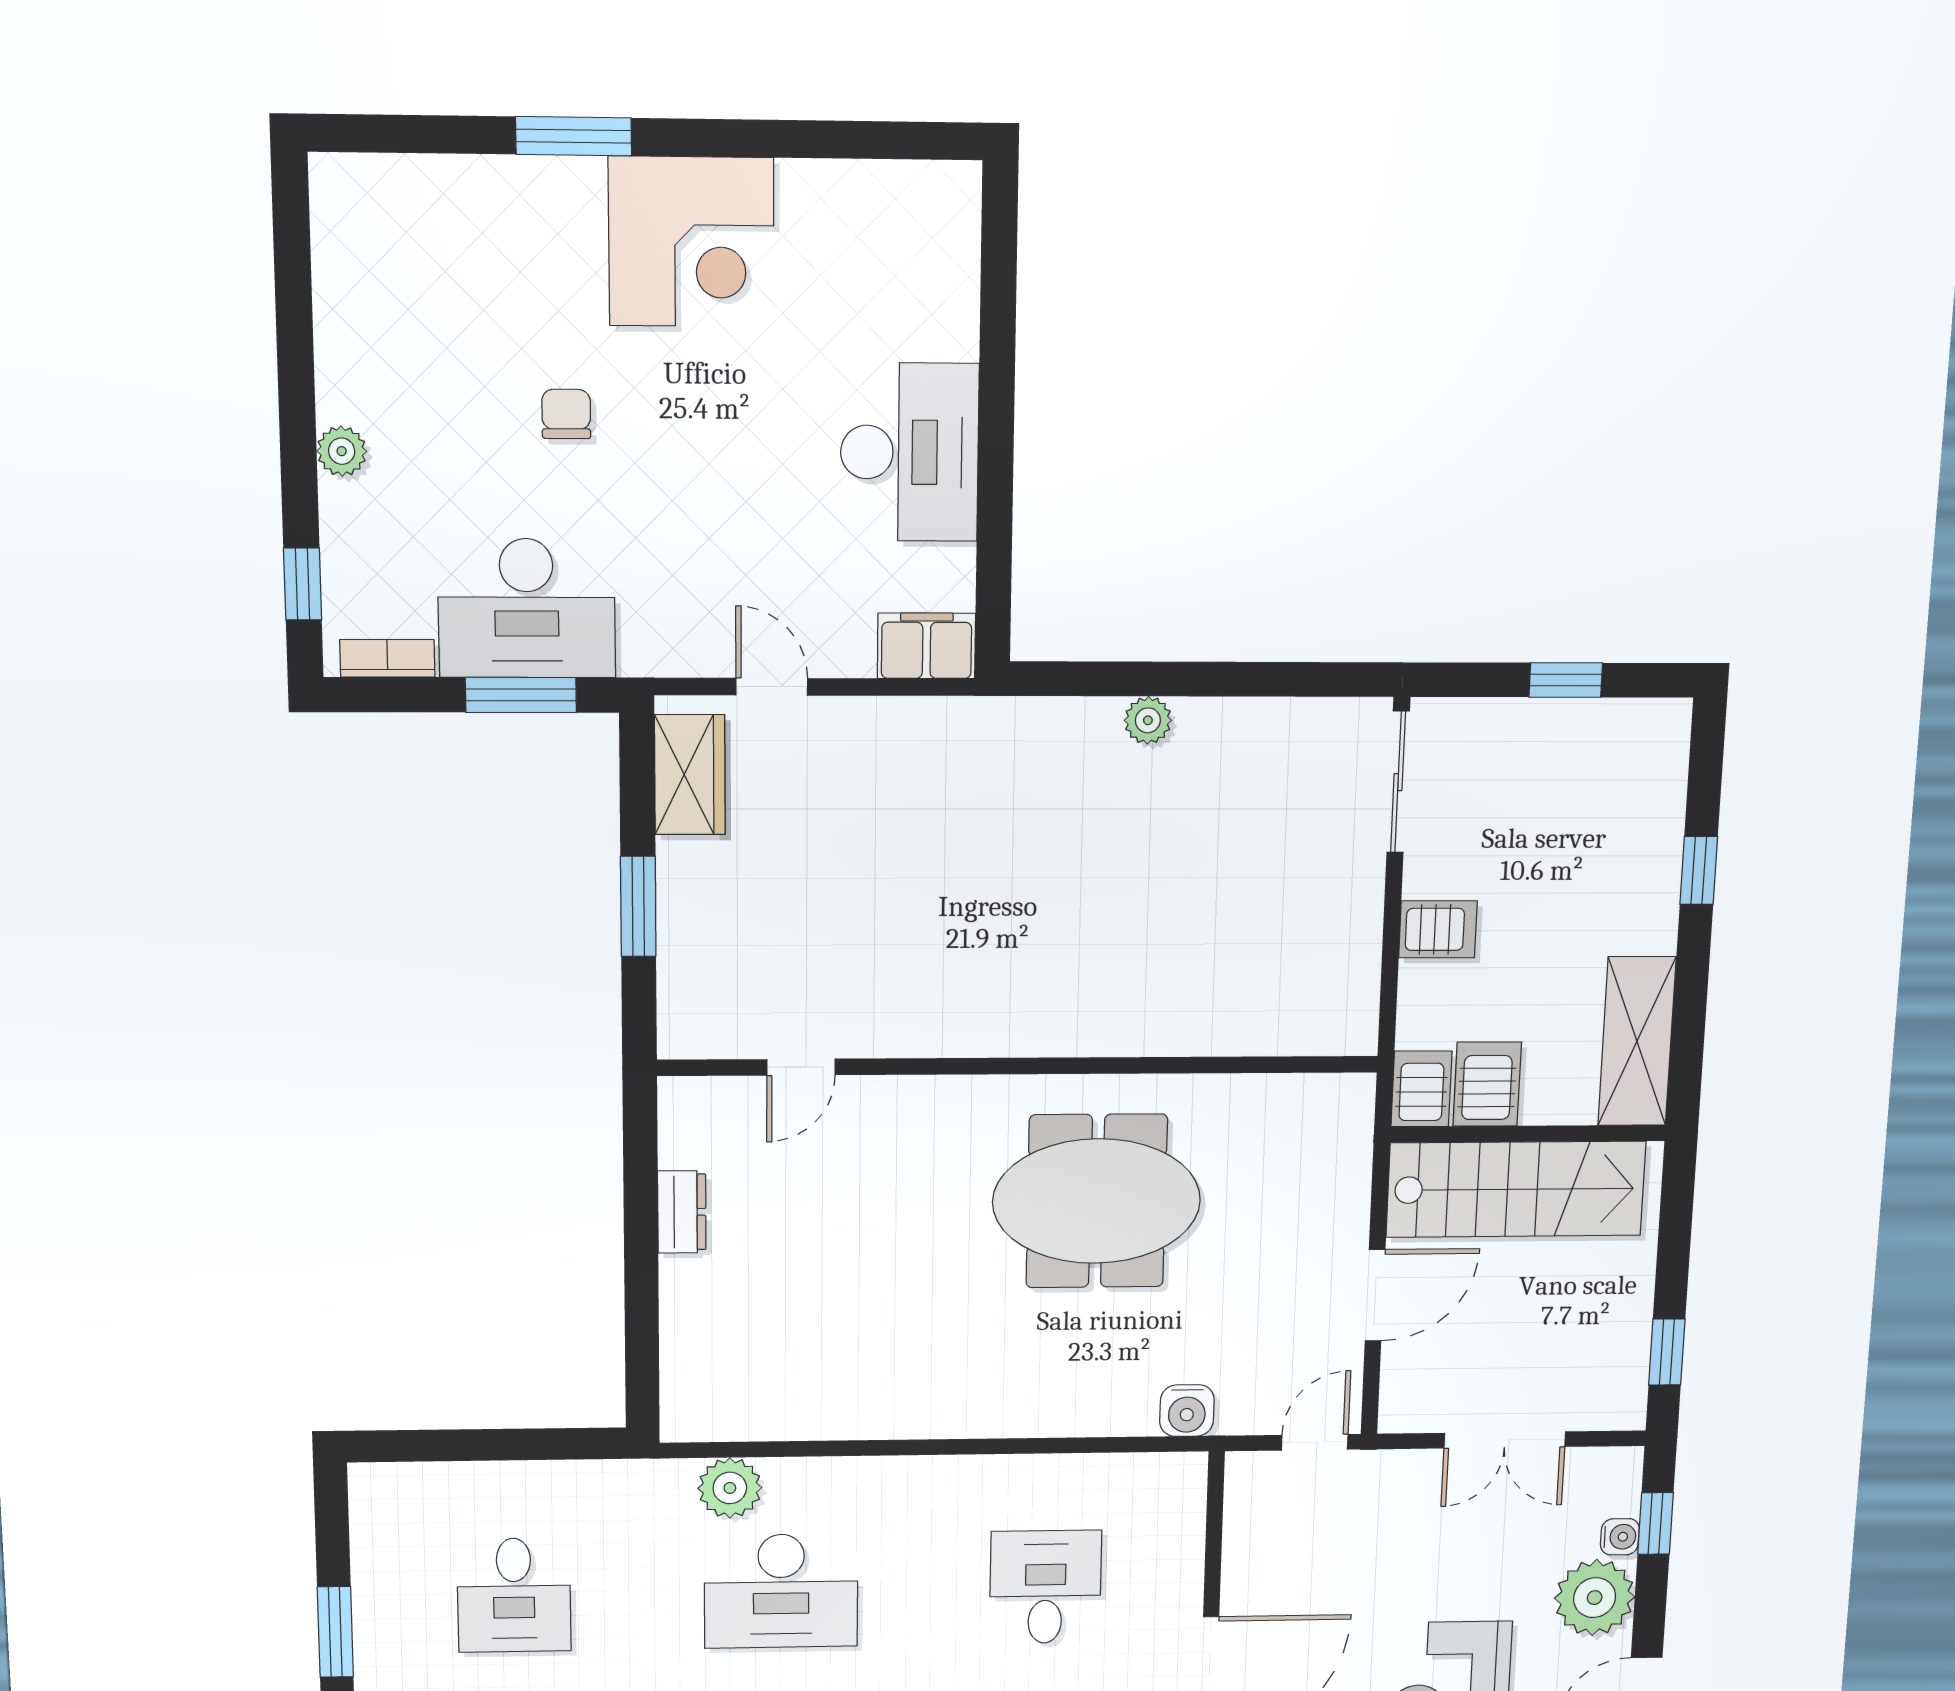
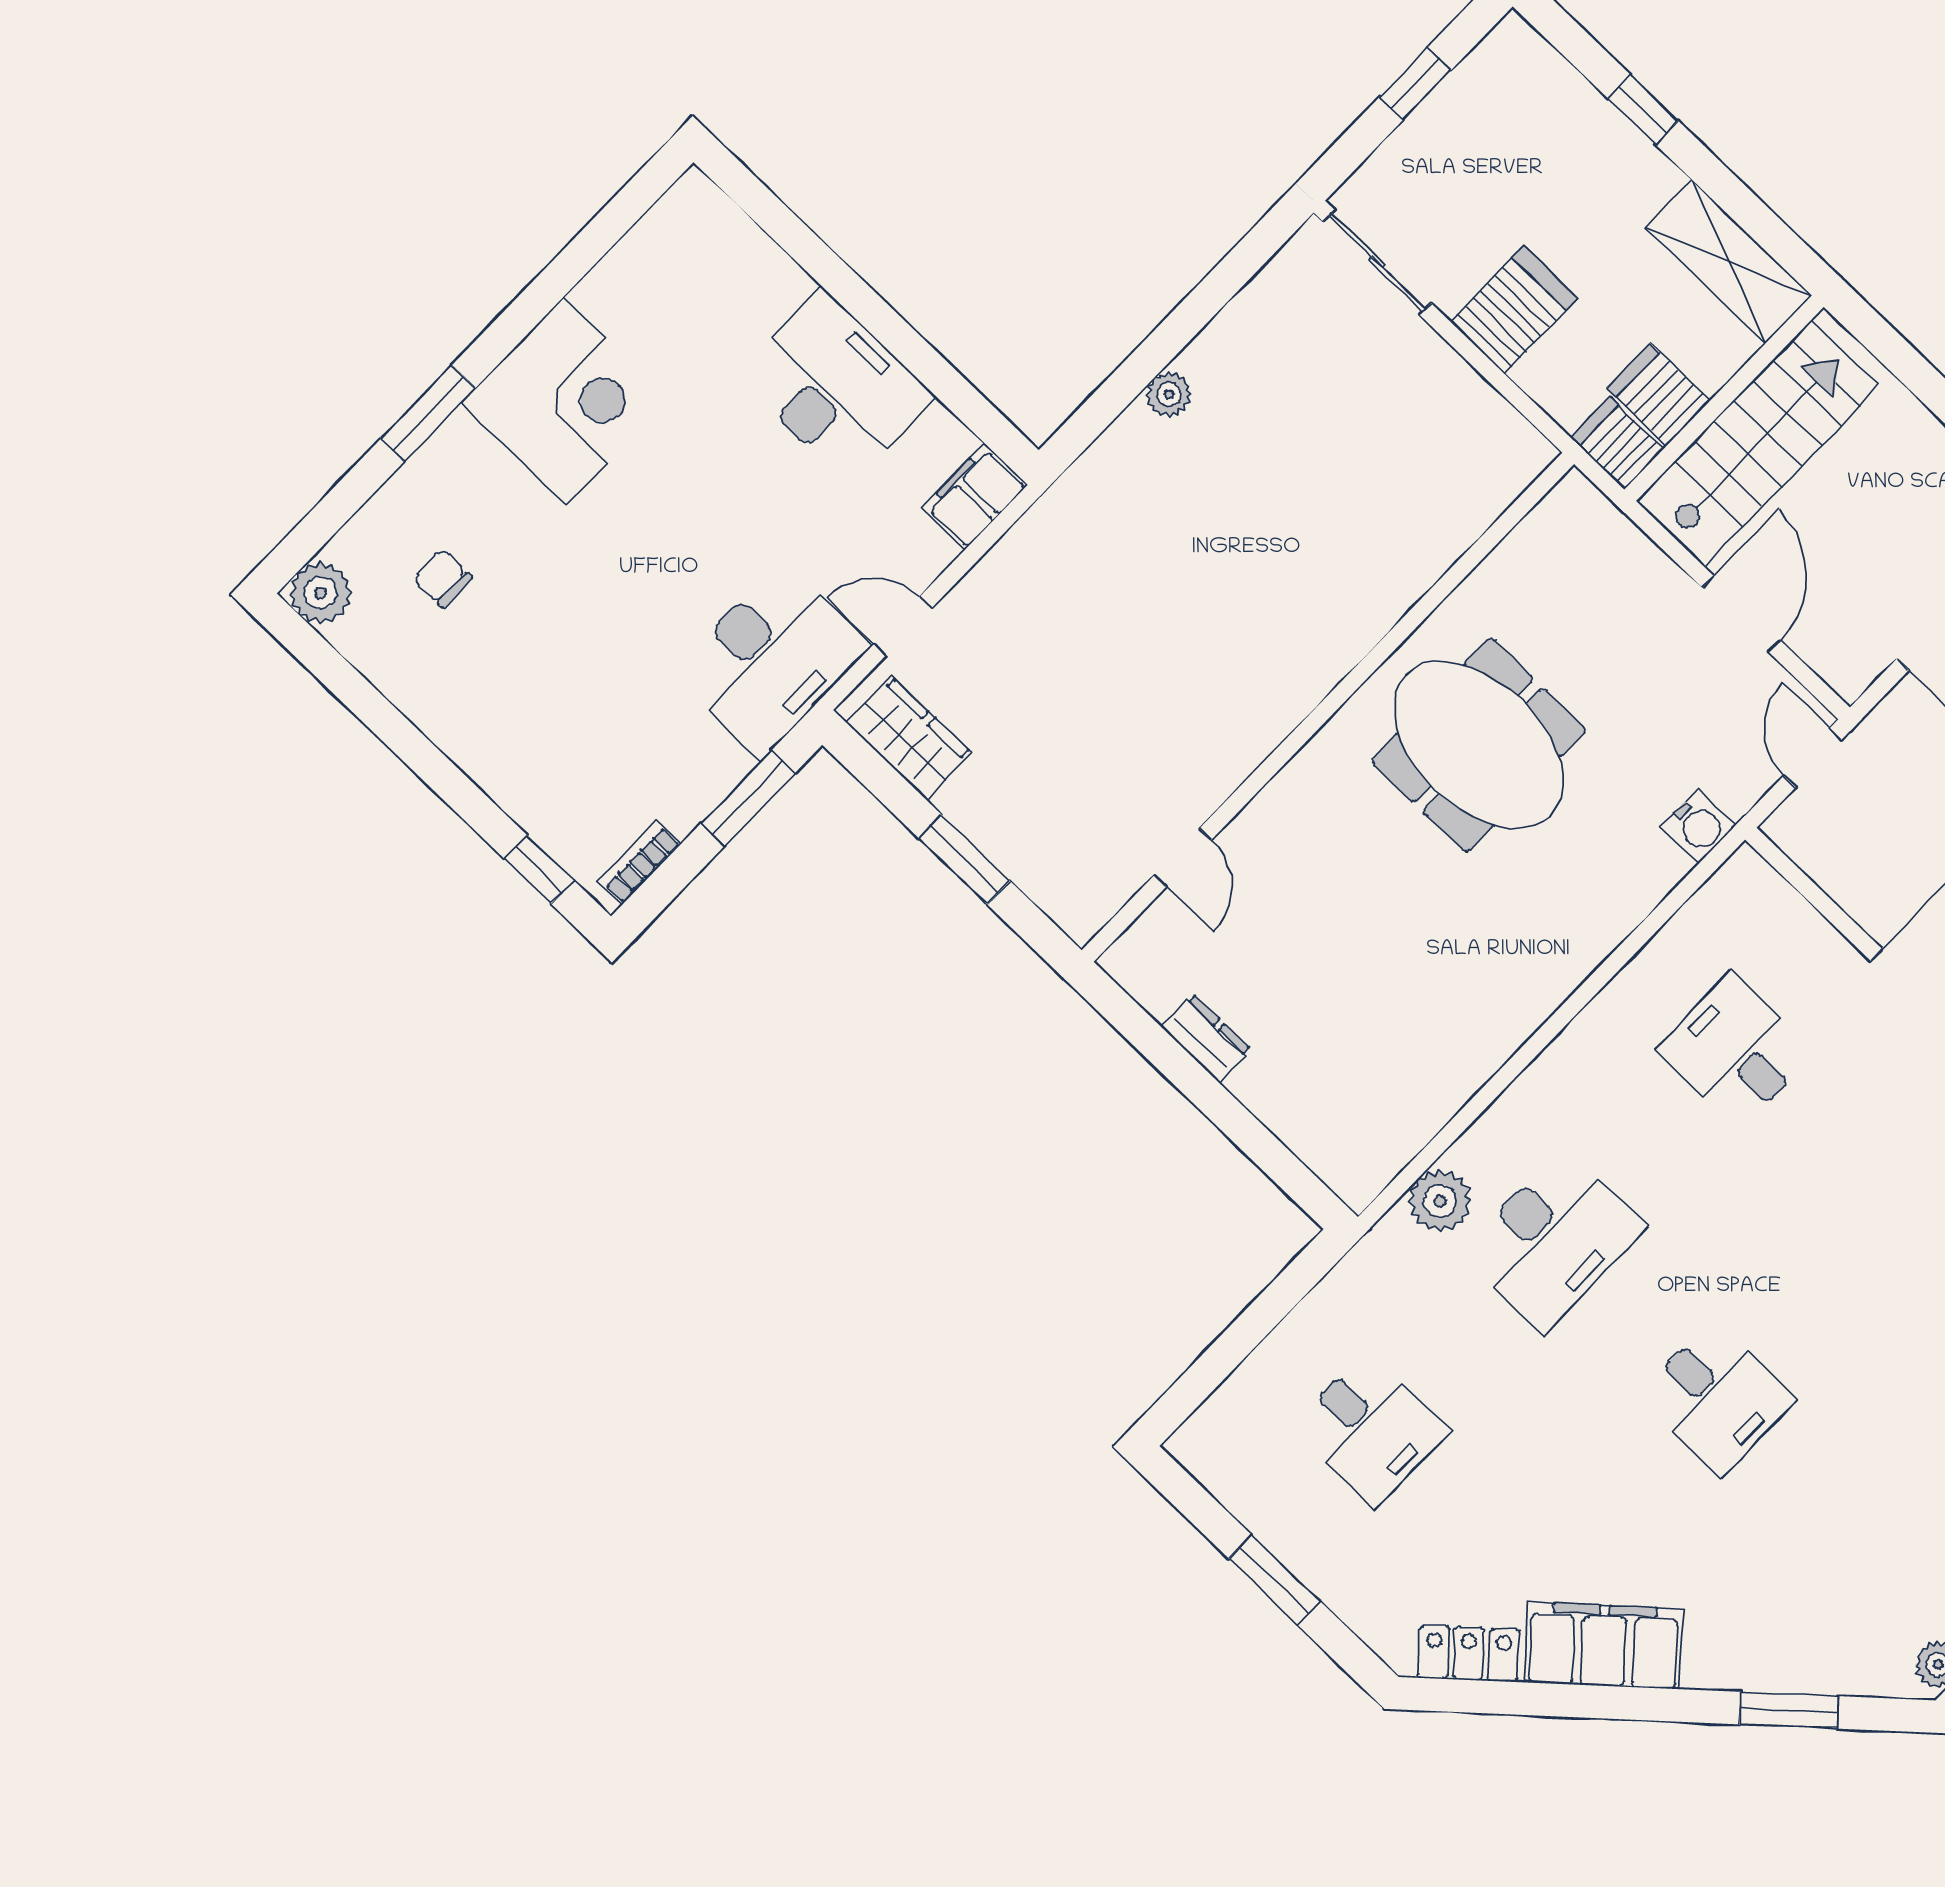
chair: (566, 414) -> (442, 578), moved
plant: (342, 451) -> (320, 593), moved, width x1.38, depth x1.38
desk: (527, 608) -> (771, 659), moved
server rack: (1438, 929) -> (1514, 310), width x1.36, depth x1.44
meeting table: (1097, 1201) -> (1479, 745), turned 90

